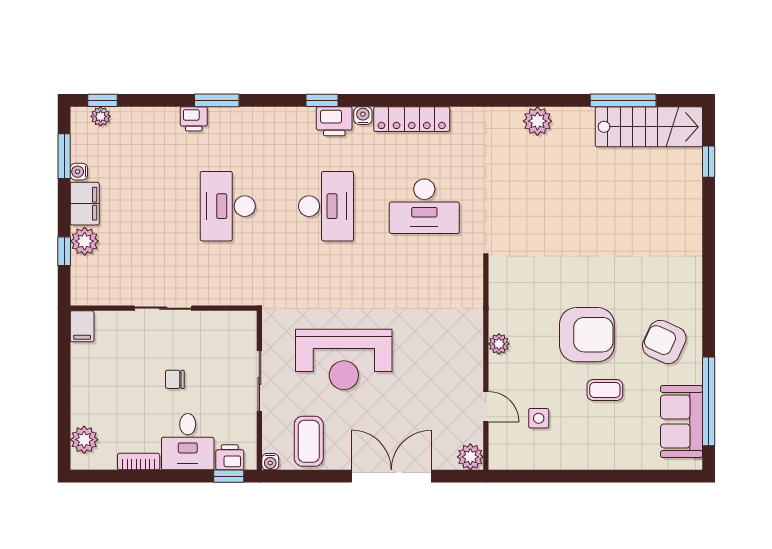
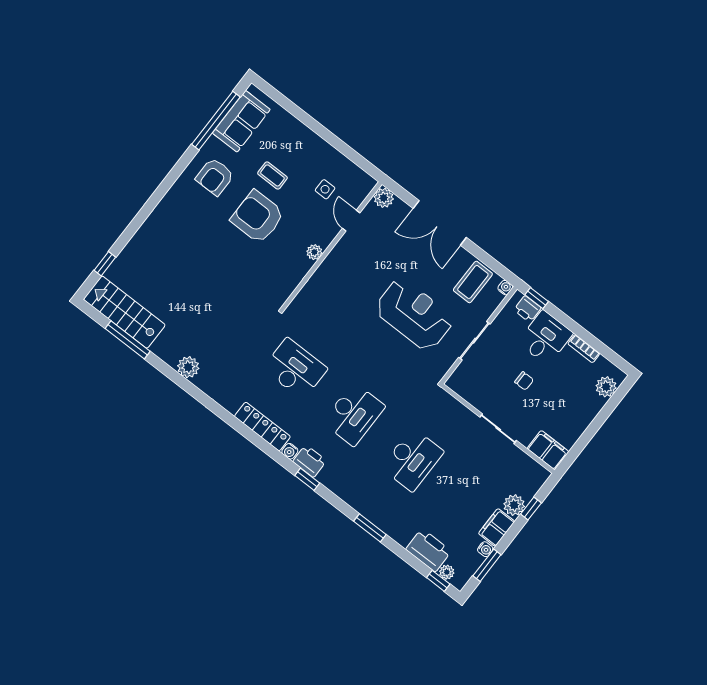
printer: (194, 119) -> (429, 550), moved, width x1.87, depth x1.48
desk: (326, 206) -> (354, 414), turned 180
filing cabinet: (82, 326) -> (548, 450), width x2.00
armchair: (664, 342) -> (215, 177), turned 66

